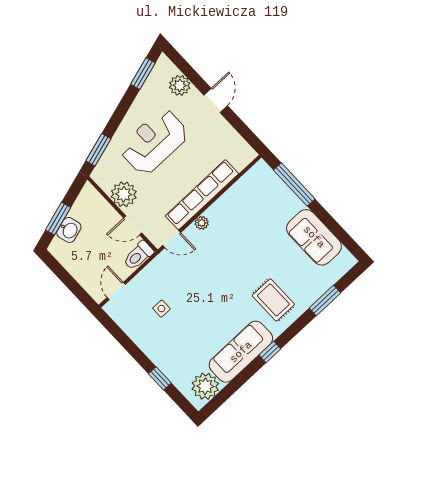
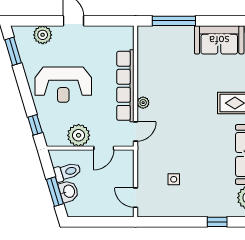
reception desk: (154, 142) -> (63, 85), turned -90
window: (98, 150) -> (35, 125), width x0.67
toilet: (138, 256) -> (67, 172), moved, turned -107

